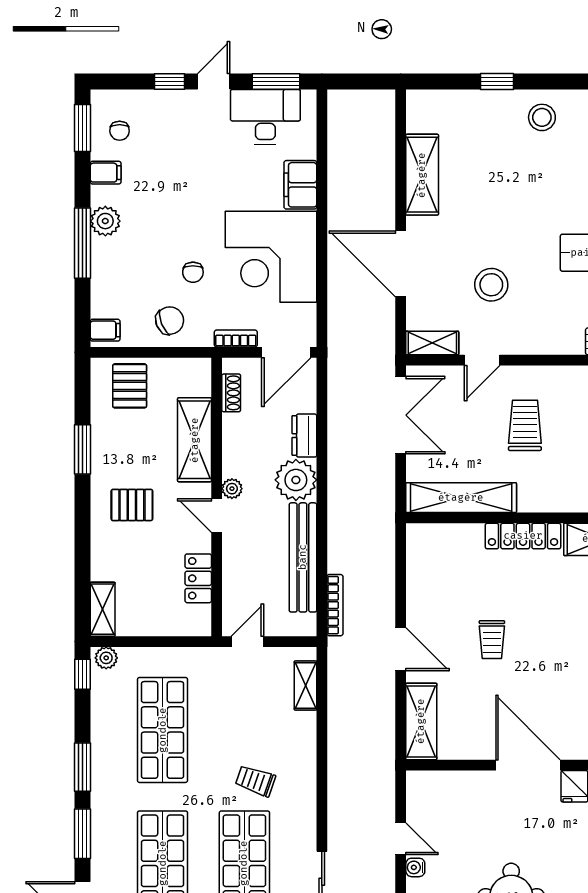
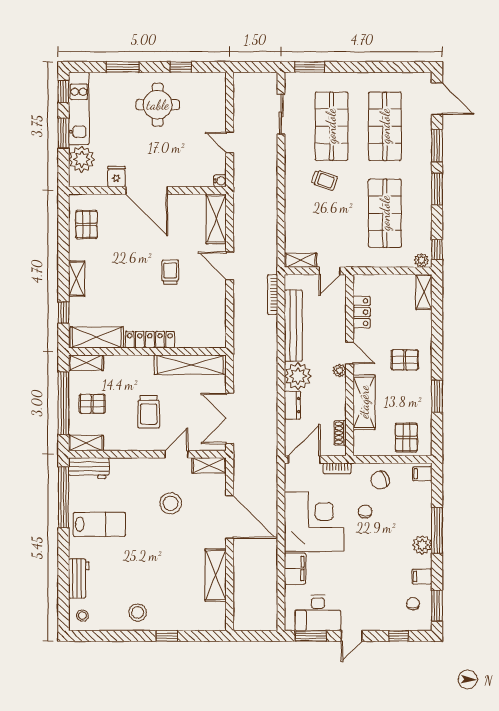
window: (170, 81) -> (399, 636), moved
shelving: (305, 685) -> (300, 260), moved, turned 90
water cooler: (415, 867) -> (220, 181), moved

